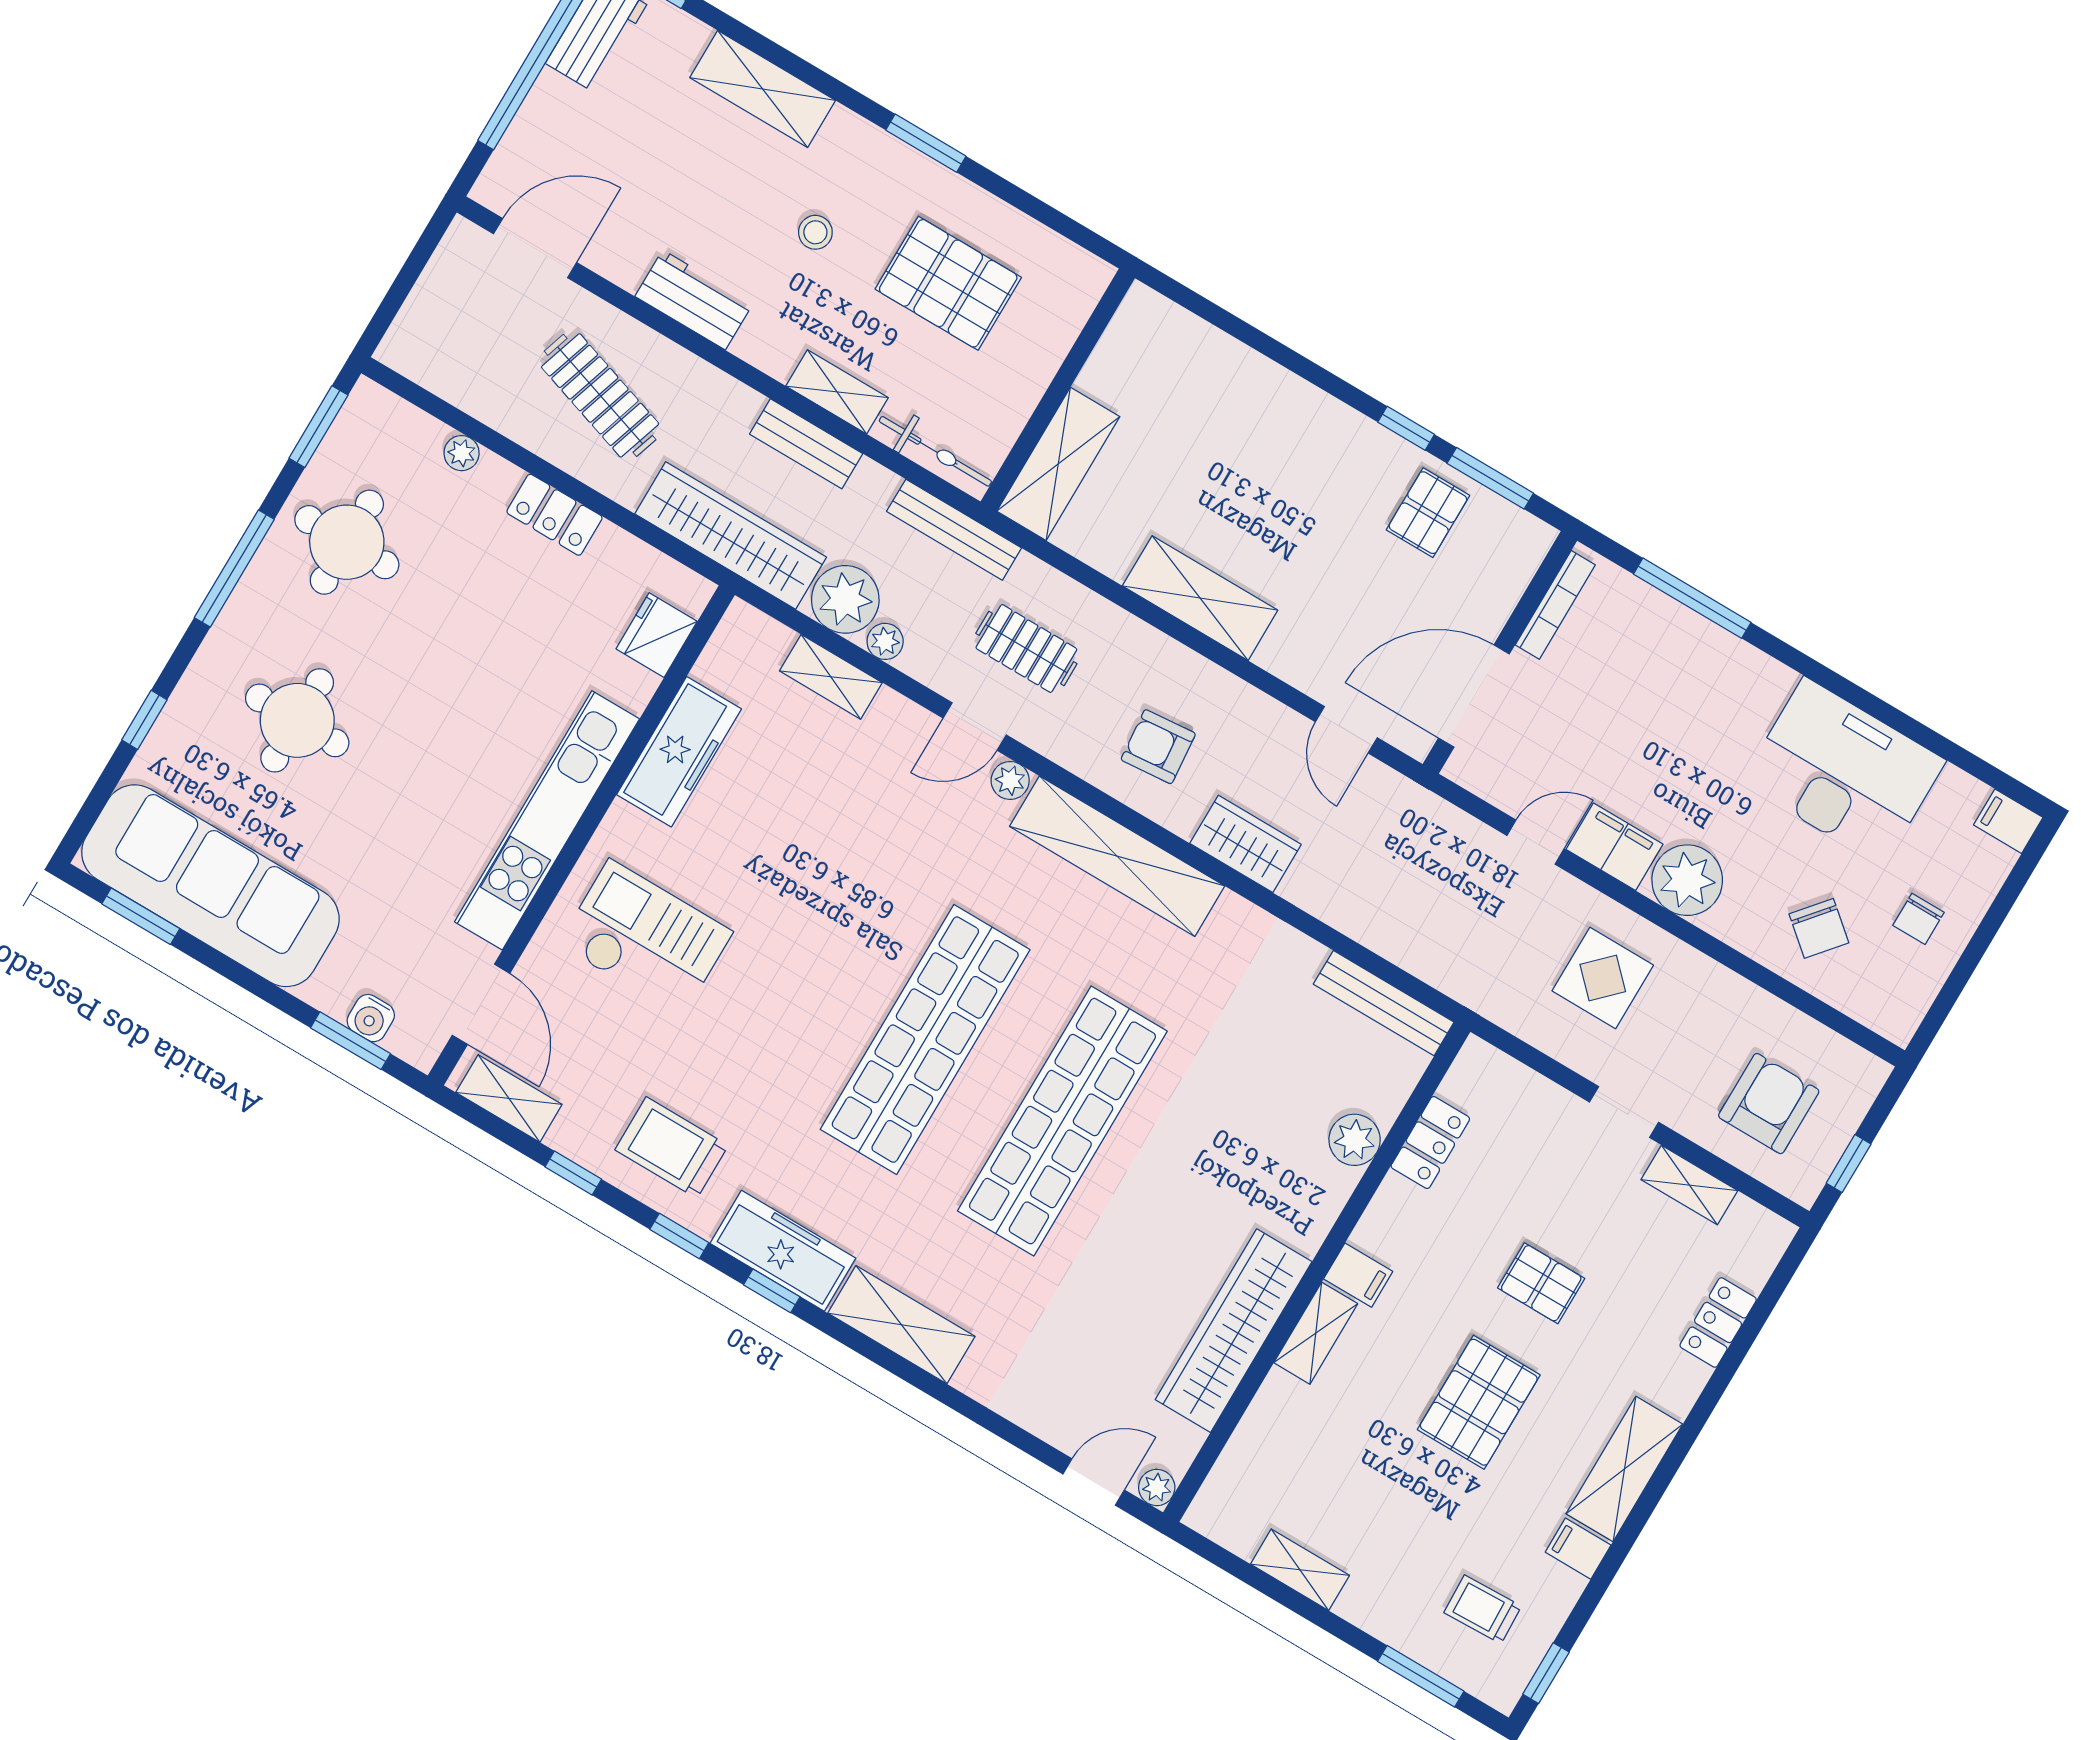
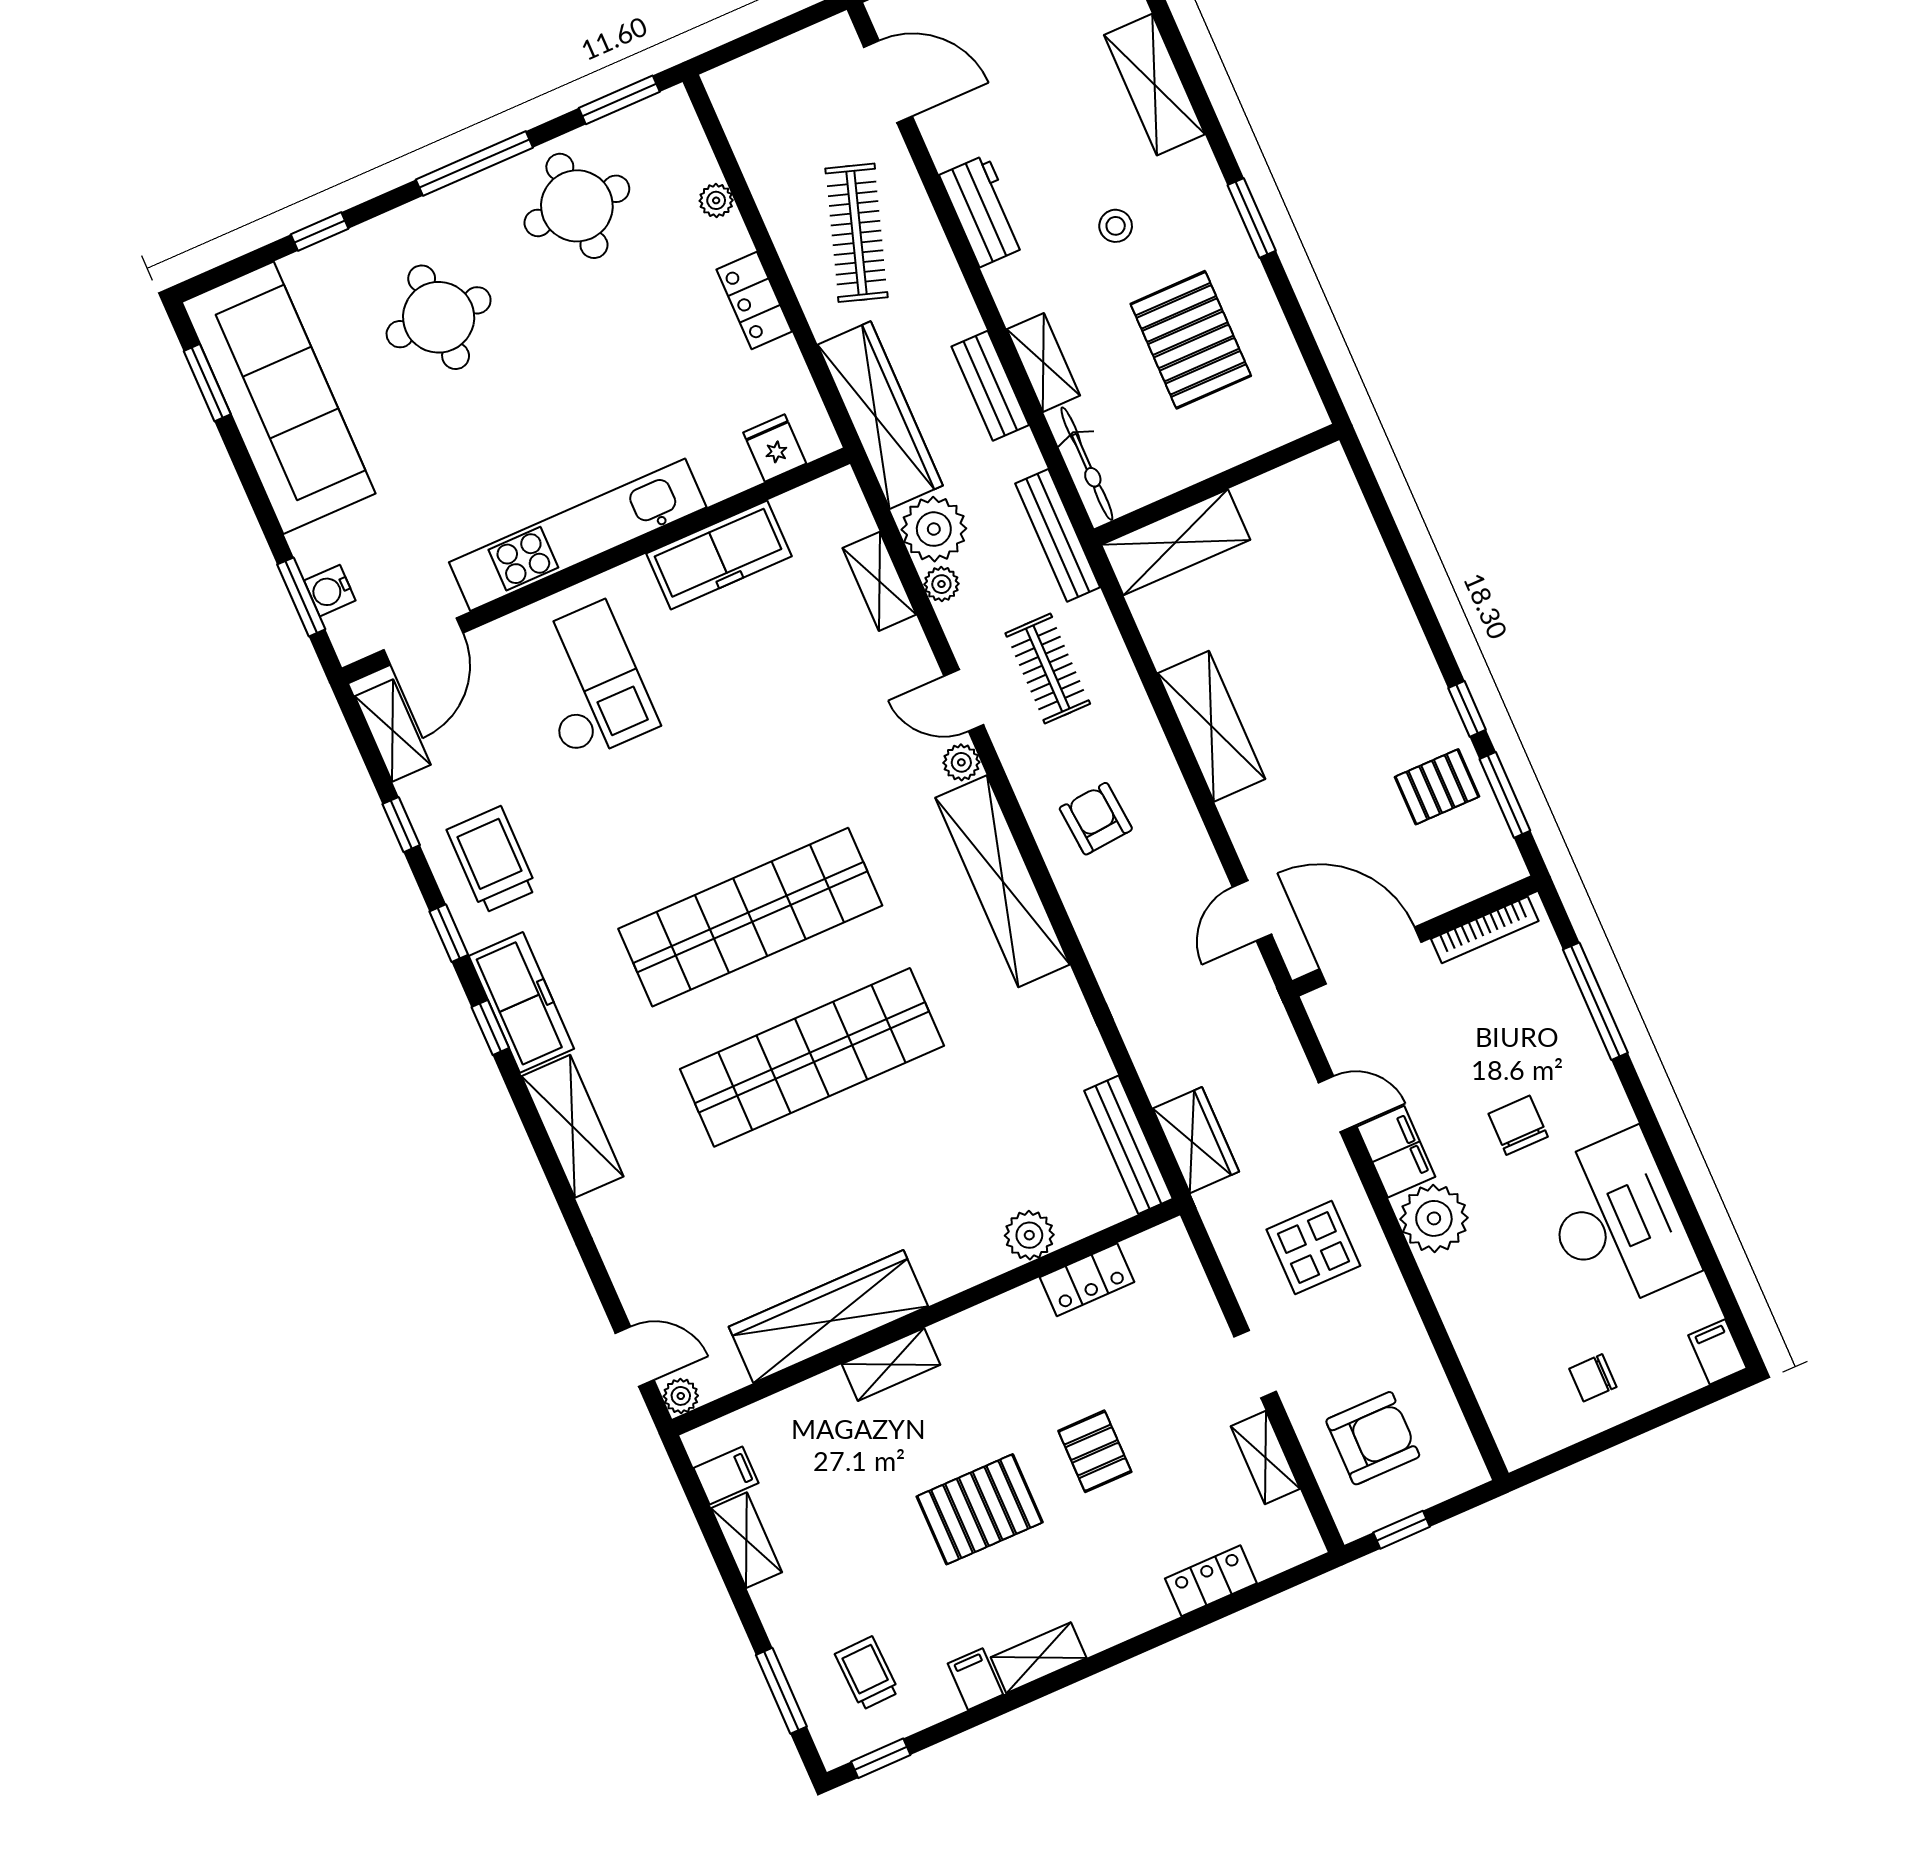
fridge: (657, 635) -> (775, 448), width x0.72
wardrobe: (1246, 844) -> (1196, 1140), moved
chair: (1819, 928) -> (1518, 1125), moved, turned 140
filing cabinet: (1358, 1275) -> (726, 1476), moved, turned -90
shelving: (1624, 1469) -> (1039, 1658), width x0.67, depth x0.75

